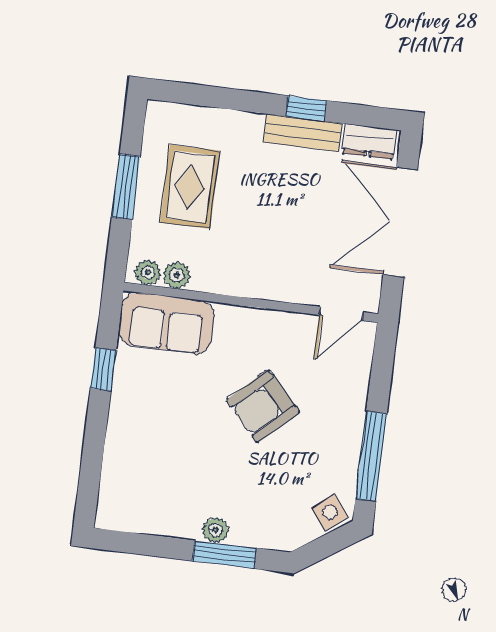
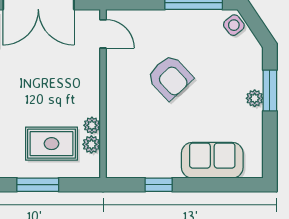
rug: (190, 187) -> (52, 144), moved
plant: (148, 272) -> (92, 125), moved
sofa: (166, 323) -> (212, 160), moved, turned -90

